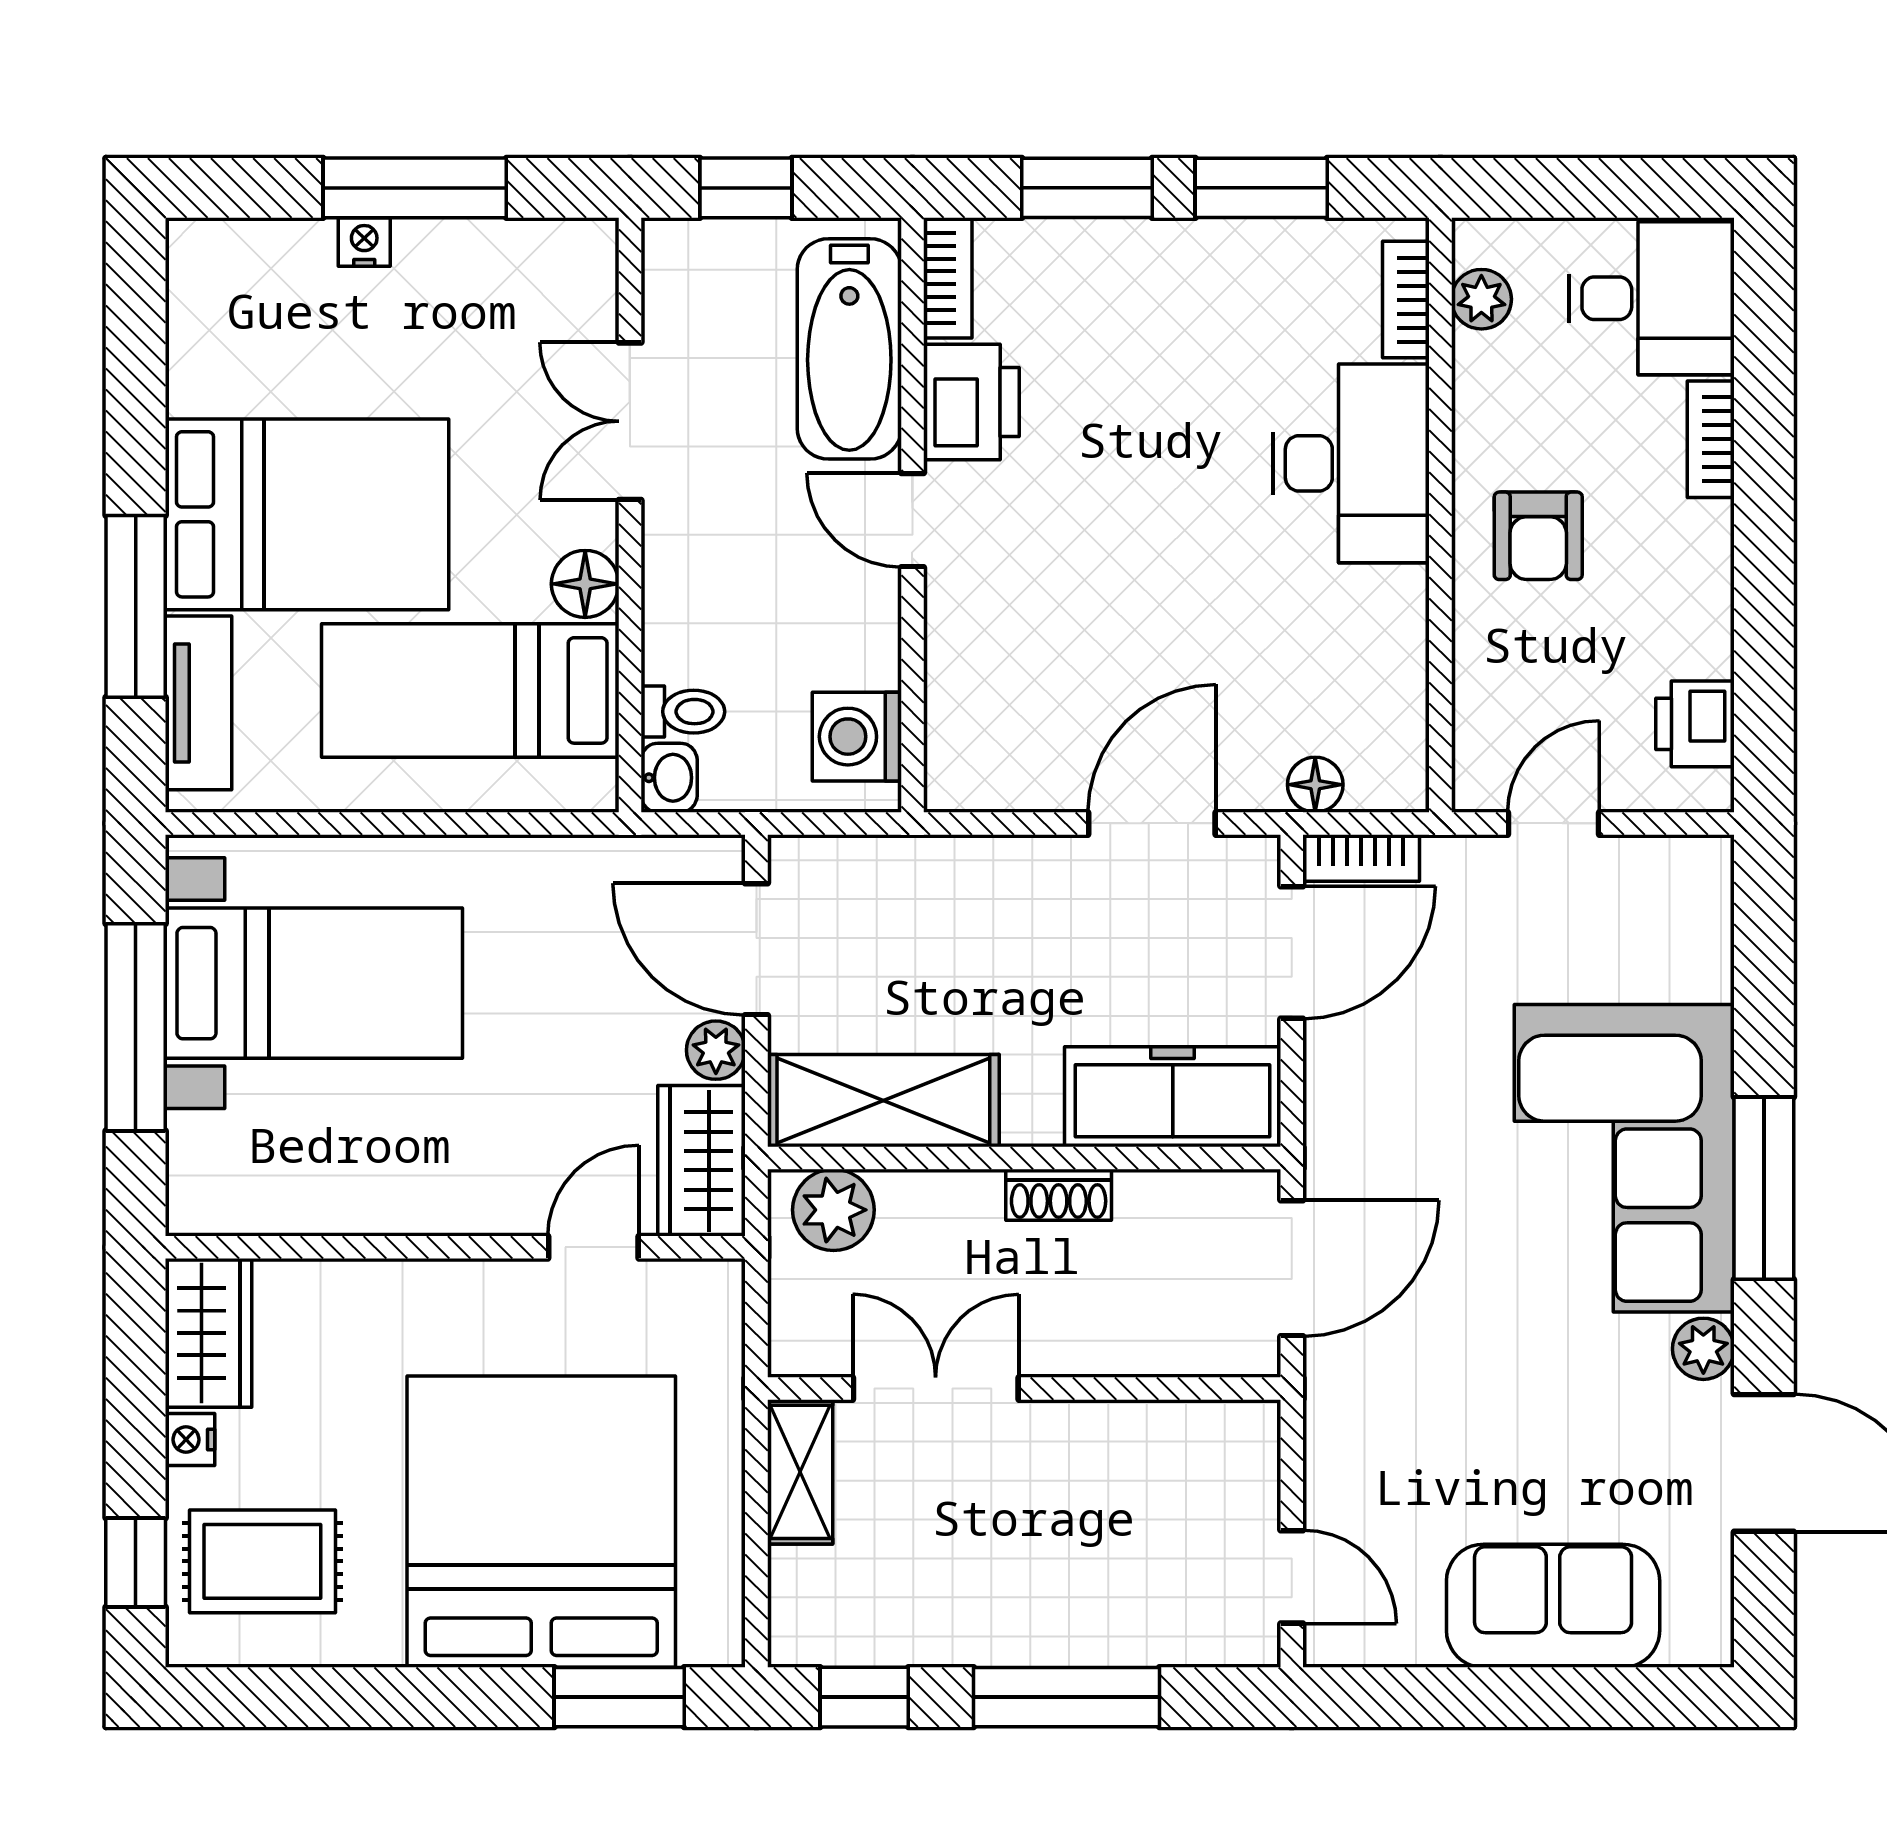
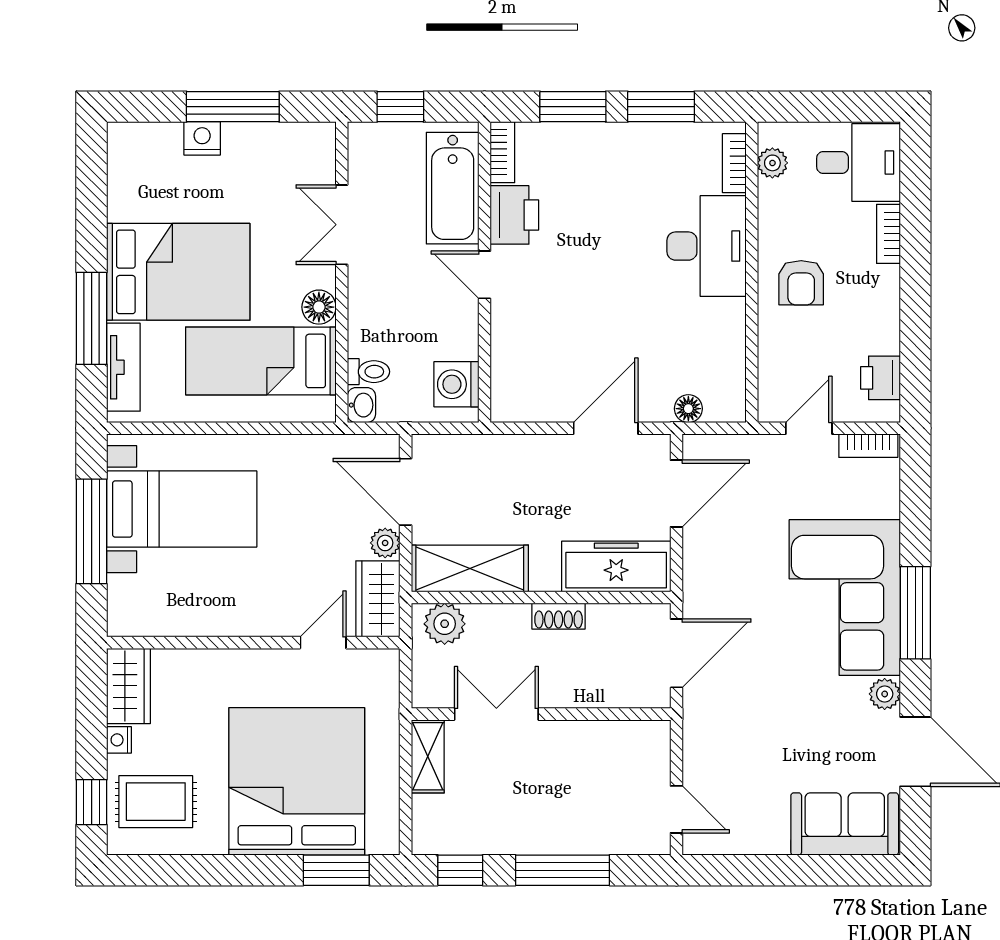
nightstand: (364, 242) -> (202, 138), width x1.39, depth x1.35
bookcase: (1361, 858) -> (868, 446), moved
sofa: (1553, 1606) -> (845, 824), moved

